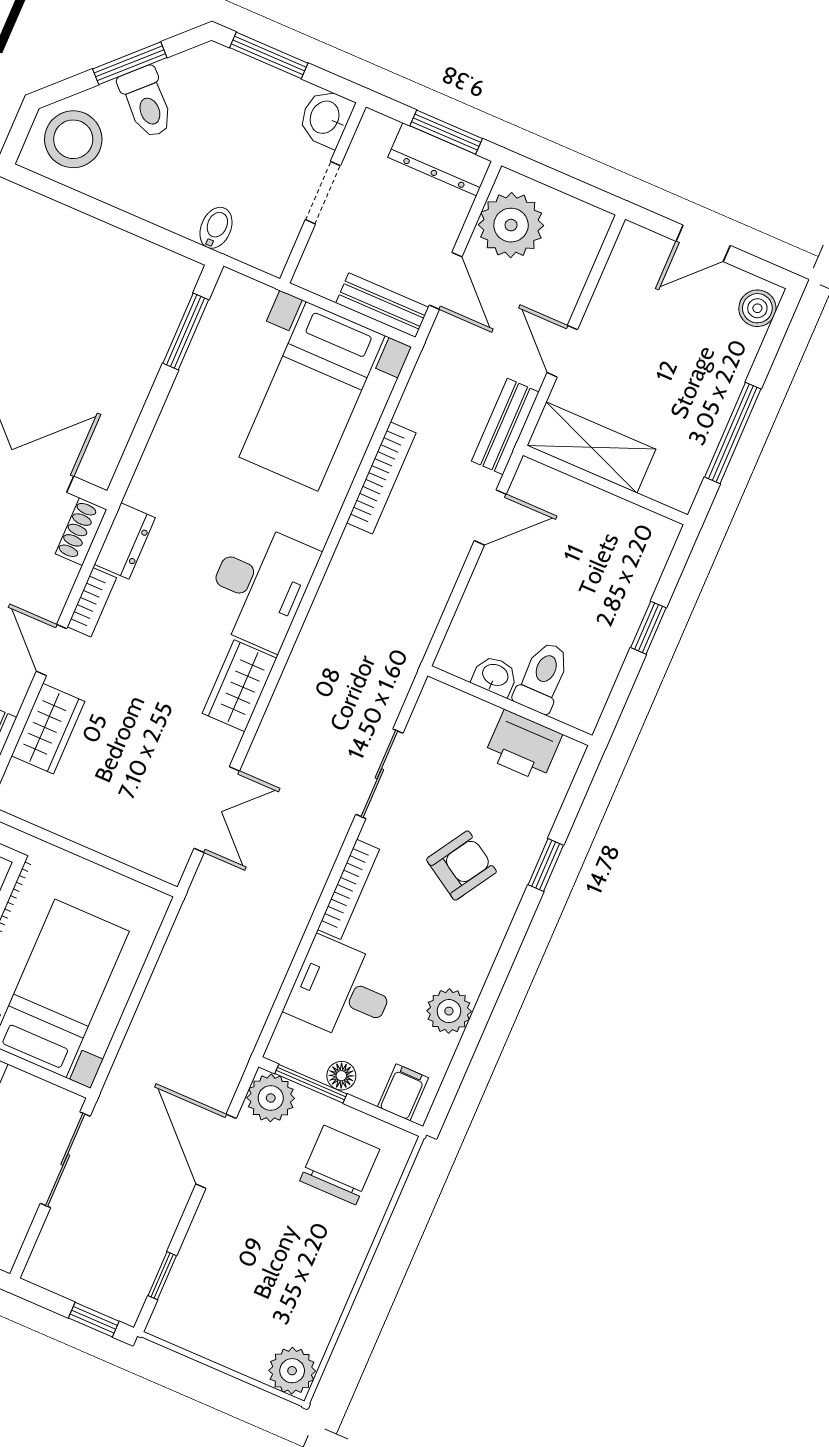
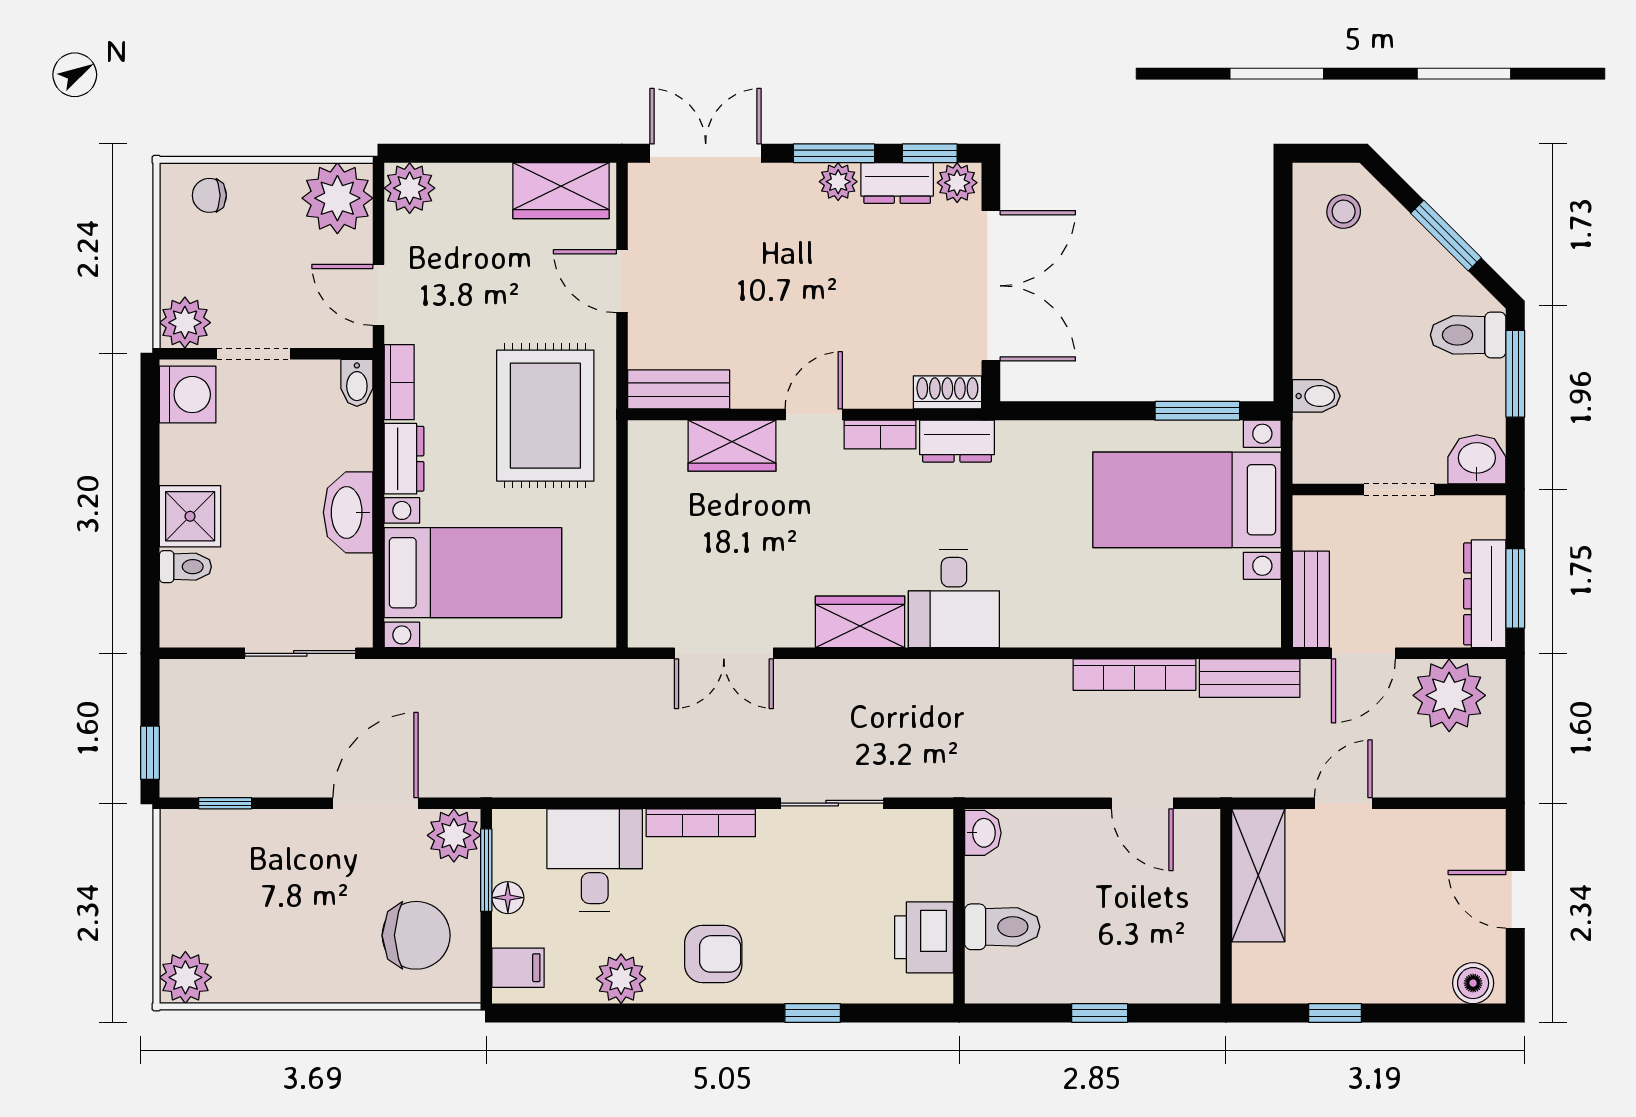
toilet: (146, 102) -> (1468, 335), moved, turned 45
stool: (73, 139) -> (1344, 212), width x0.53, depth x0.53
bed with nightstands: (312, 396) -> (1187, 500), moved
bench: (505, 427) -> (1250, 678), moved
window: (733, 433) -> (1335, 1013), width x0.46
desk: (260, 586) -> (954, 599), width x0.73
washbasin: (495, 676) -> (983, 833), moved
armchair: (461, 866) -> (713, 954), moved, turned -32

